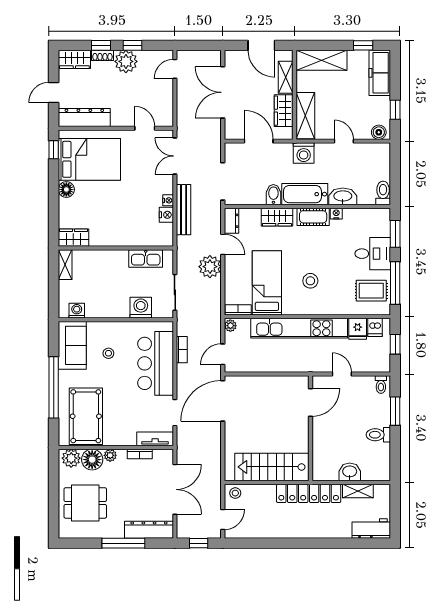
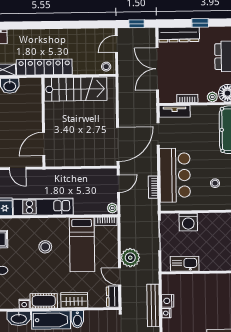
kitchen unit: (299, 328) -> (43, 207), width x0.73
window: (123, 543) -> (200, 23), width x0.46

